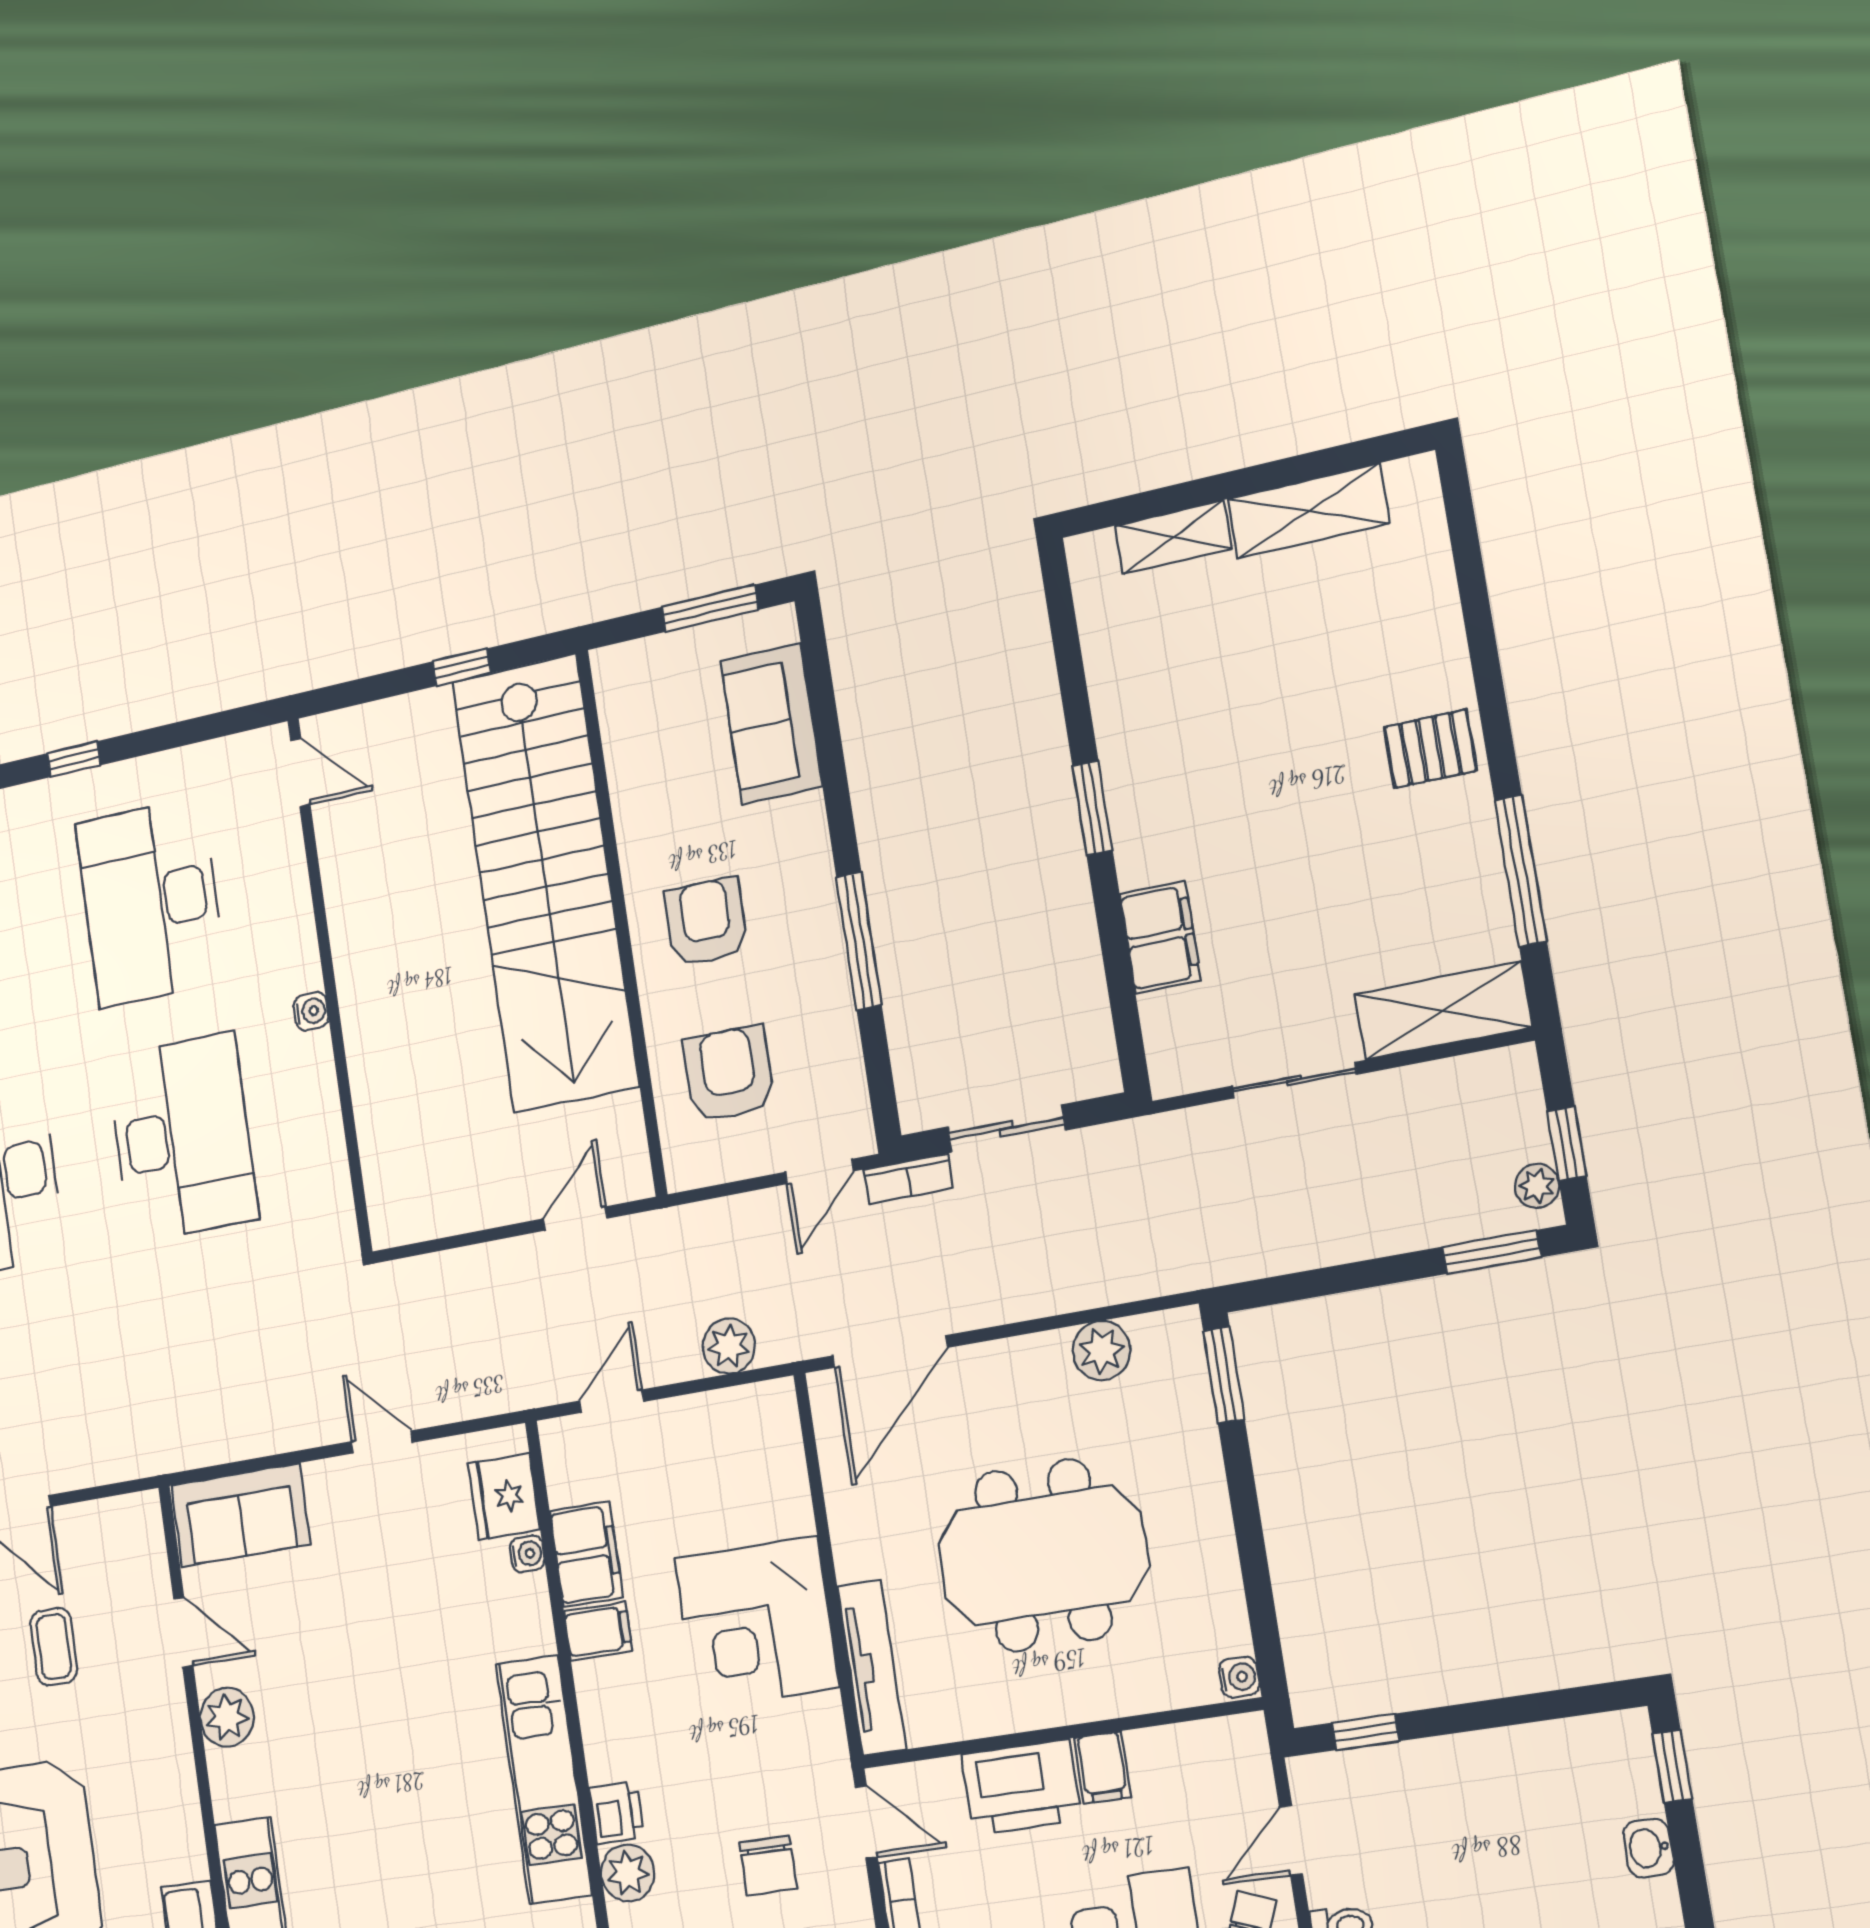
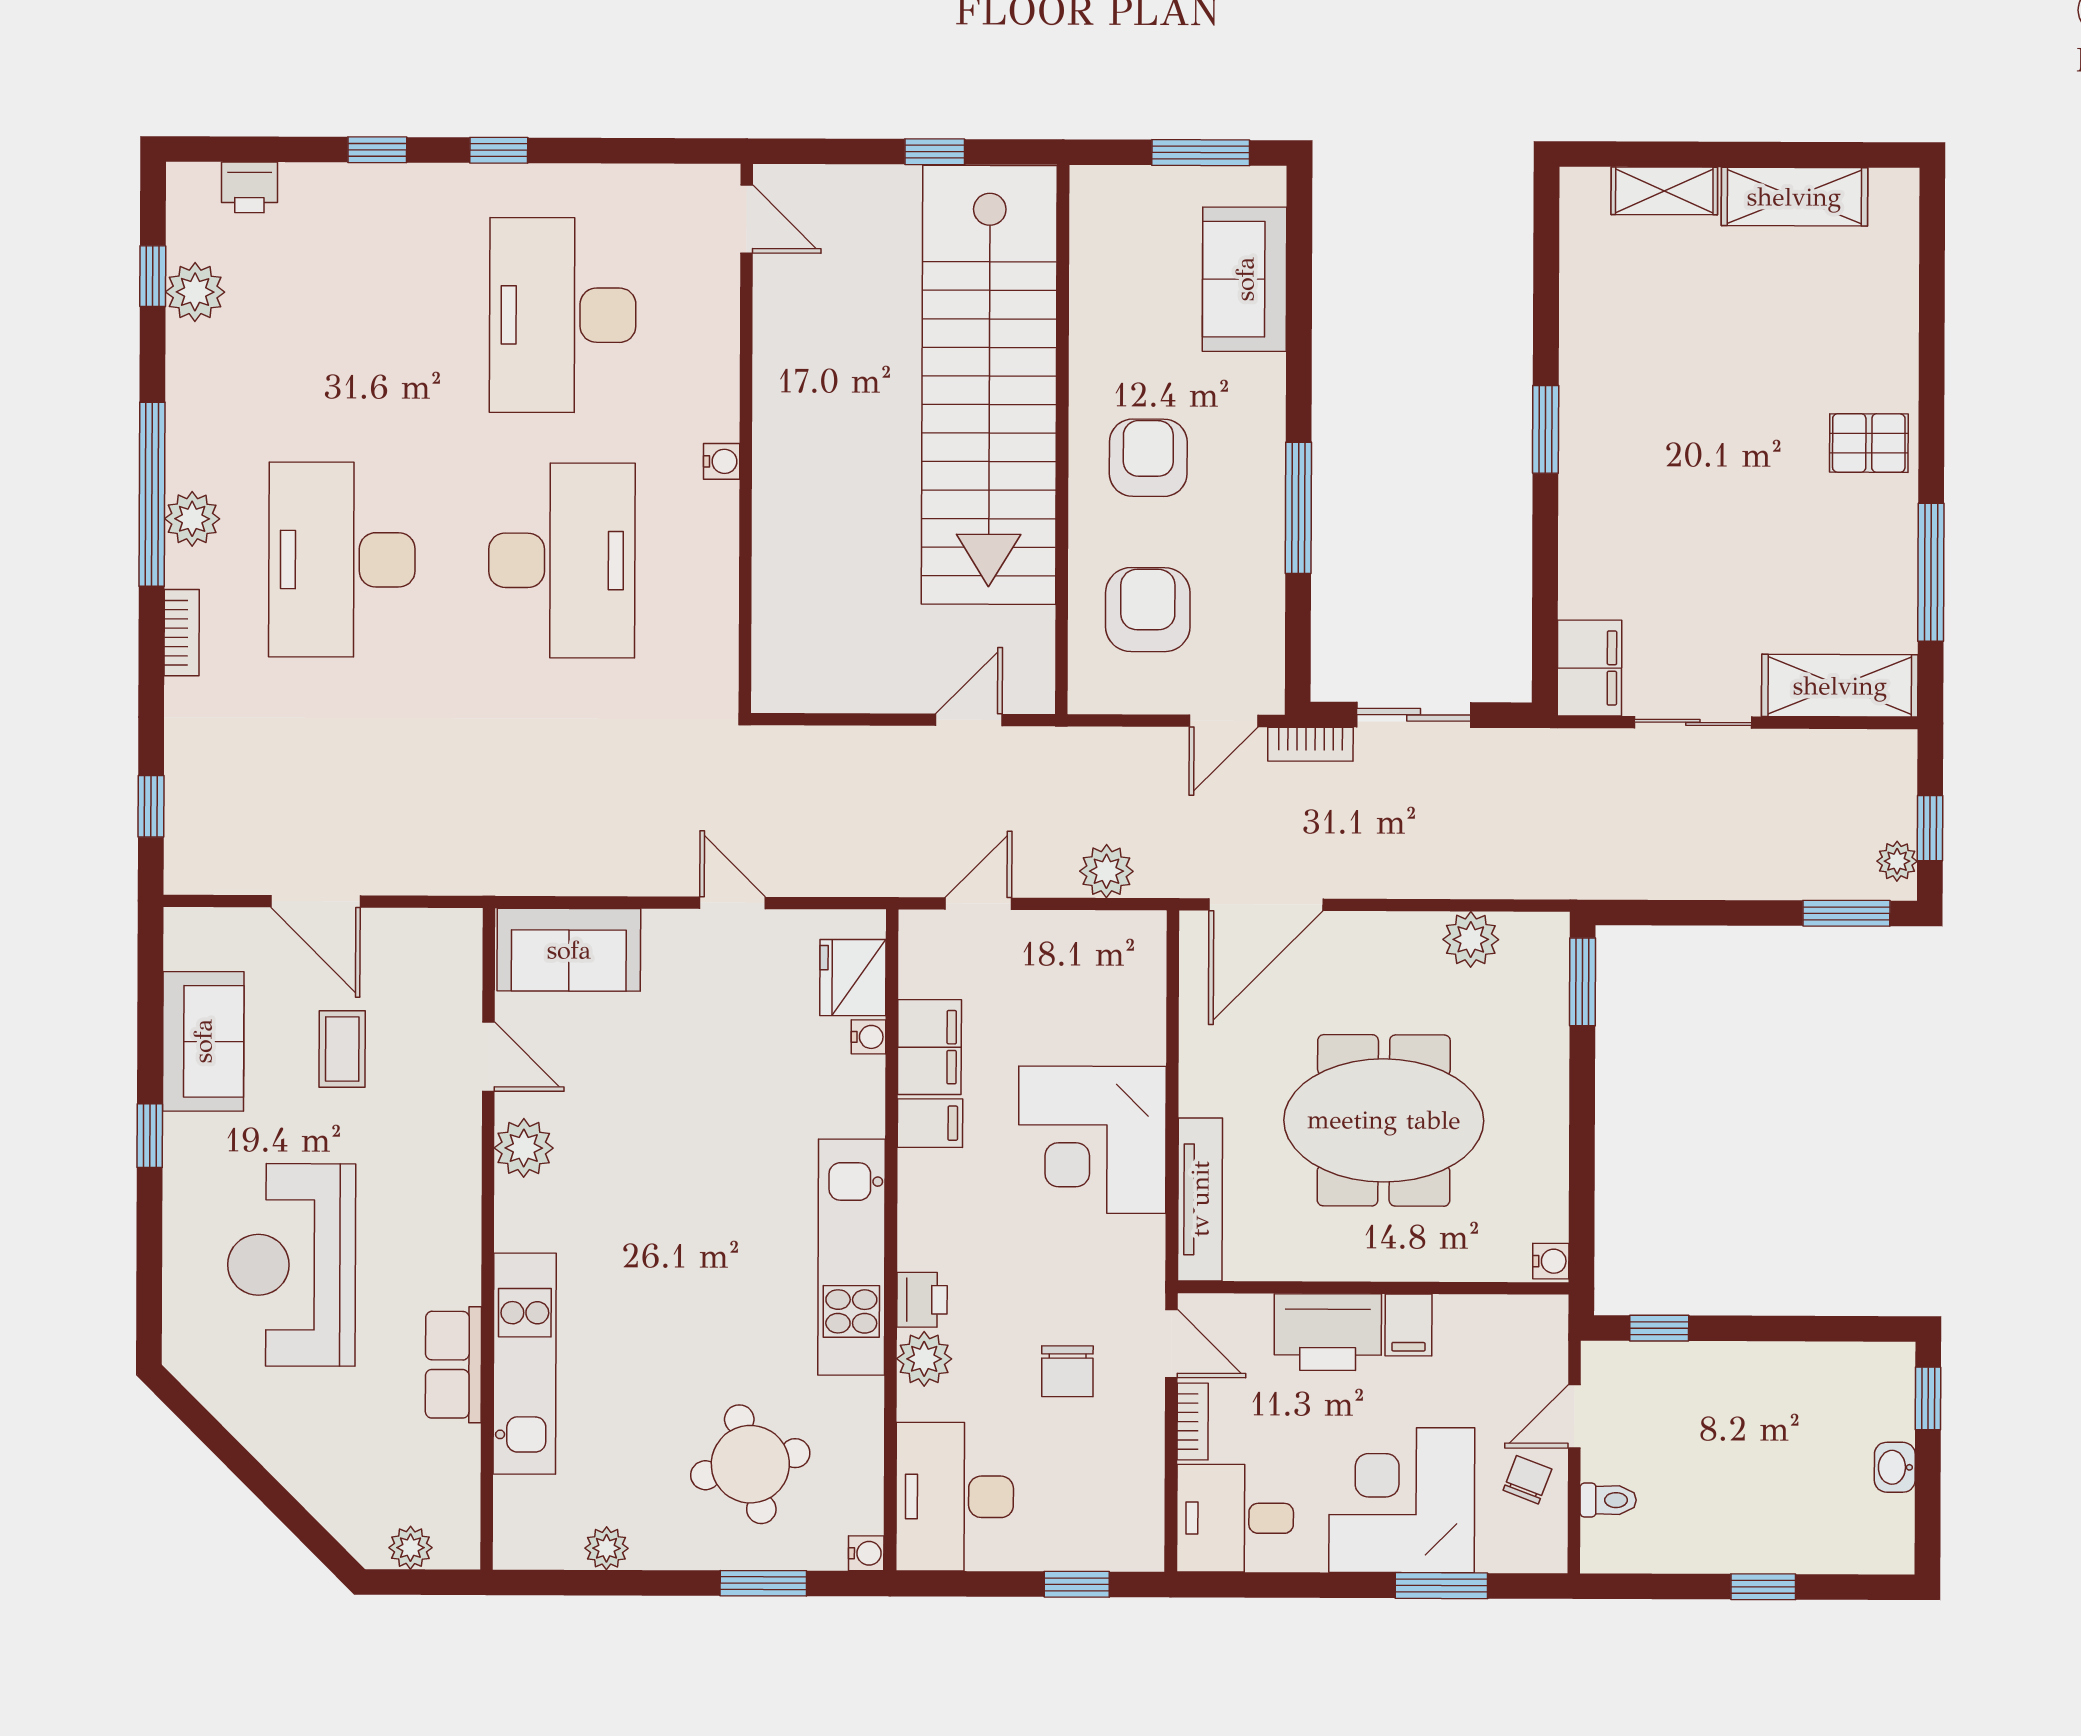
filing cabinet: (1160, 937) -> (1590, 668), moved

